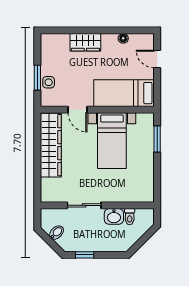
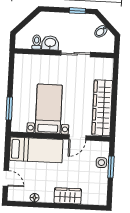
door: (78, 110) -> (77, 137), swing flipped

